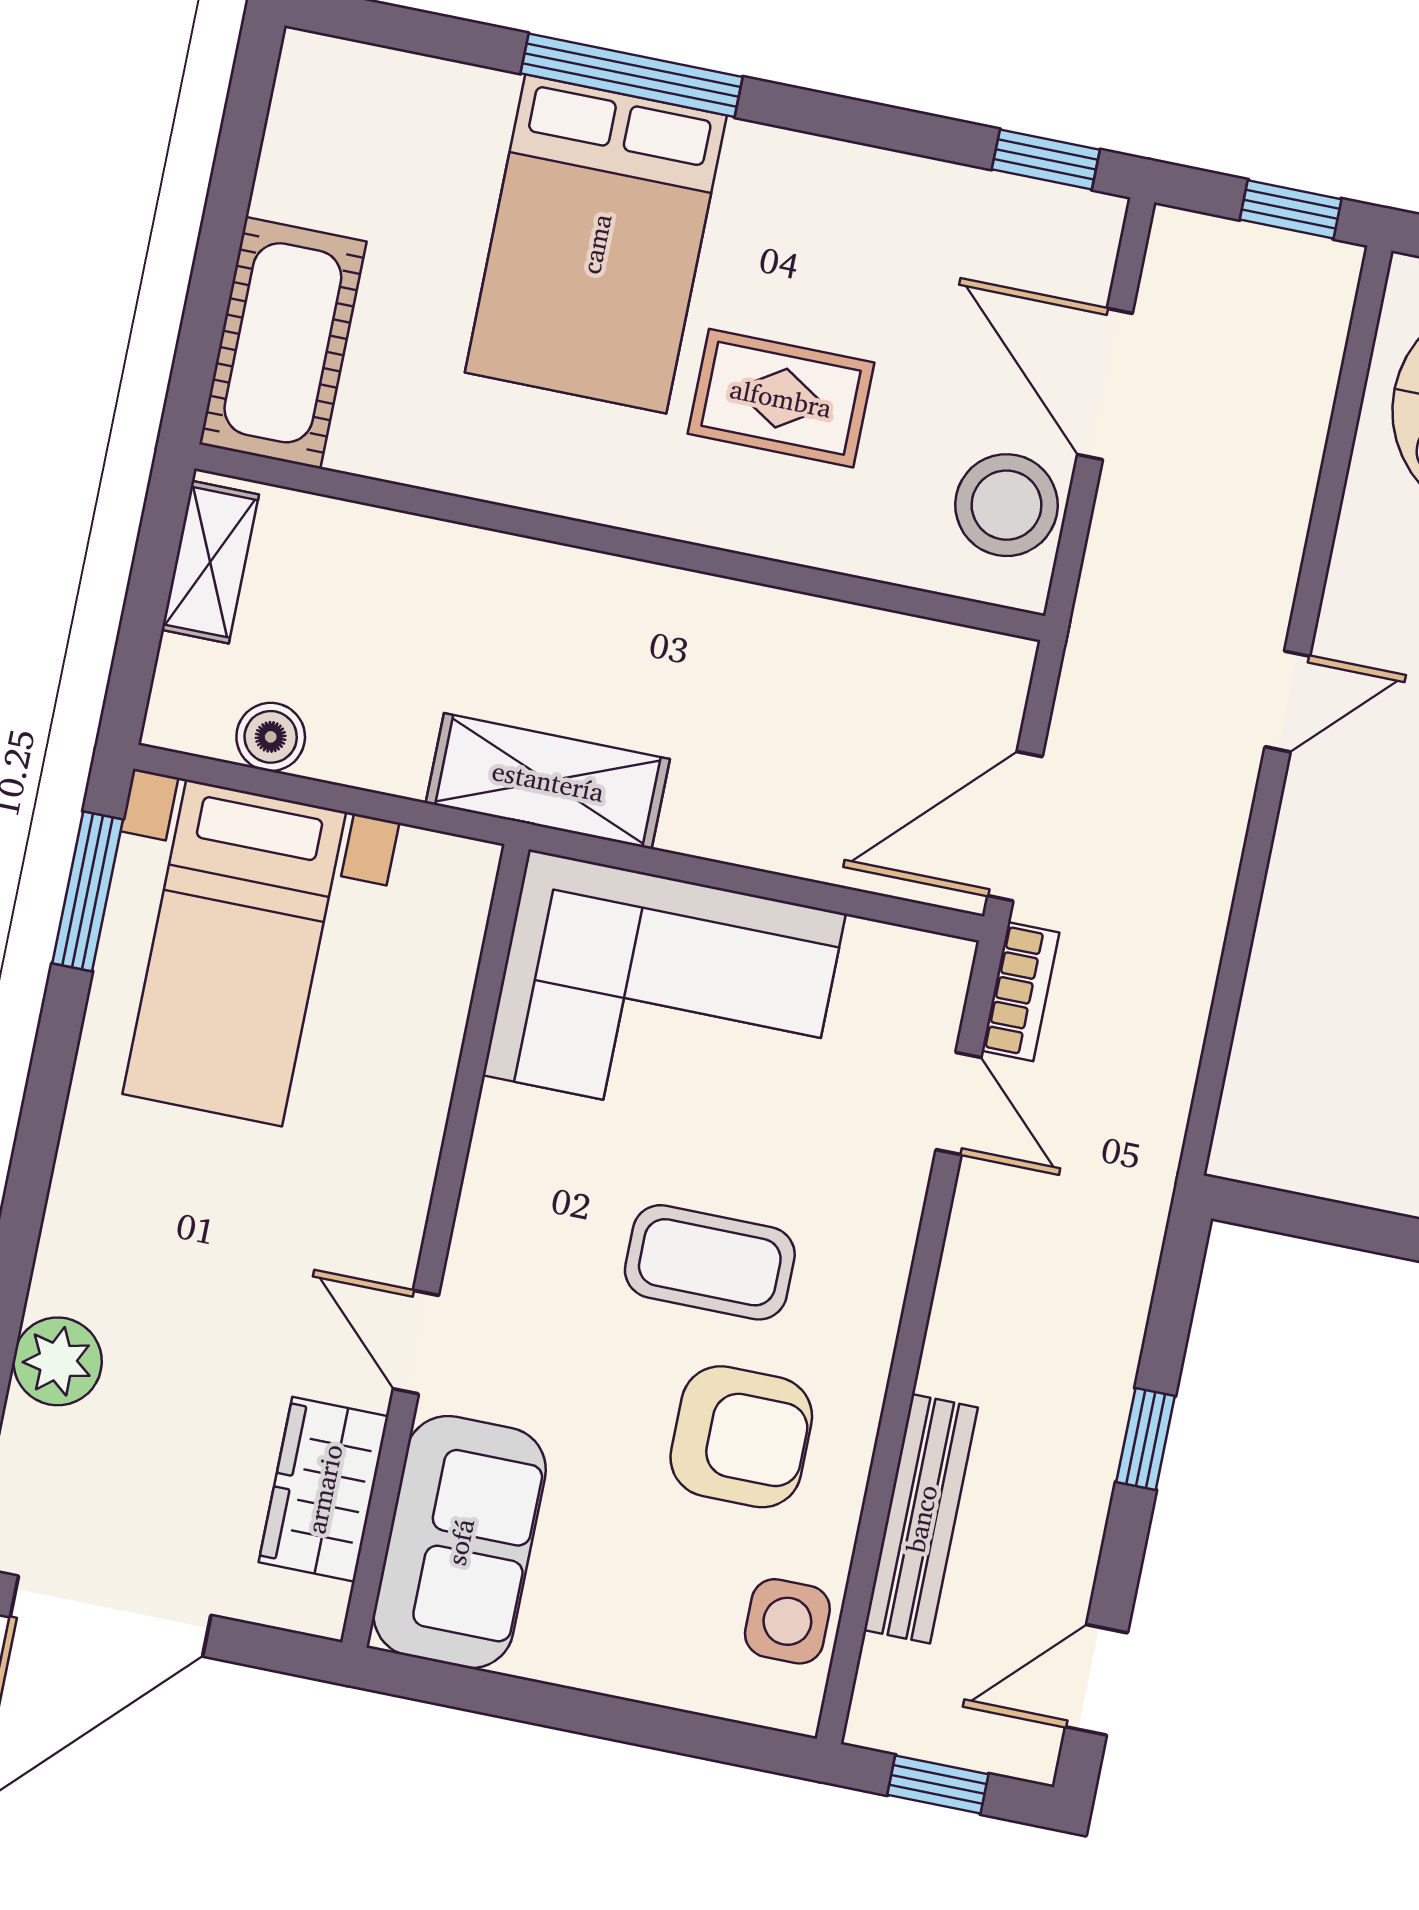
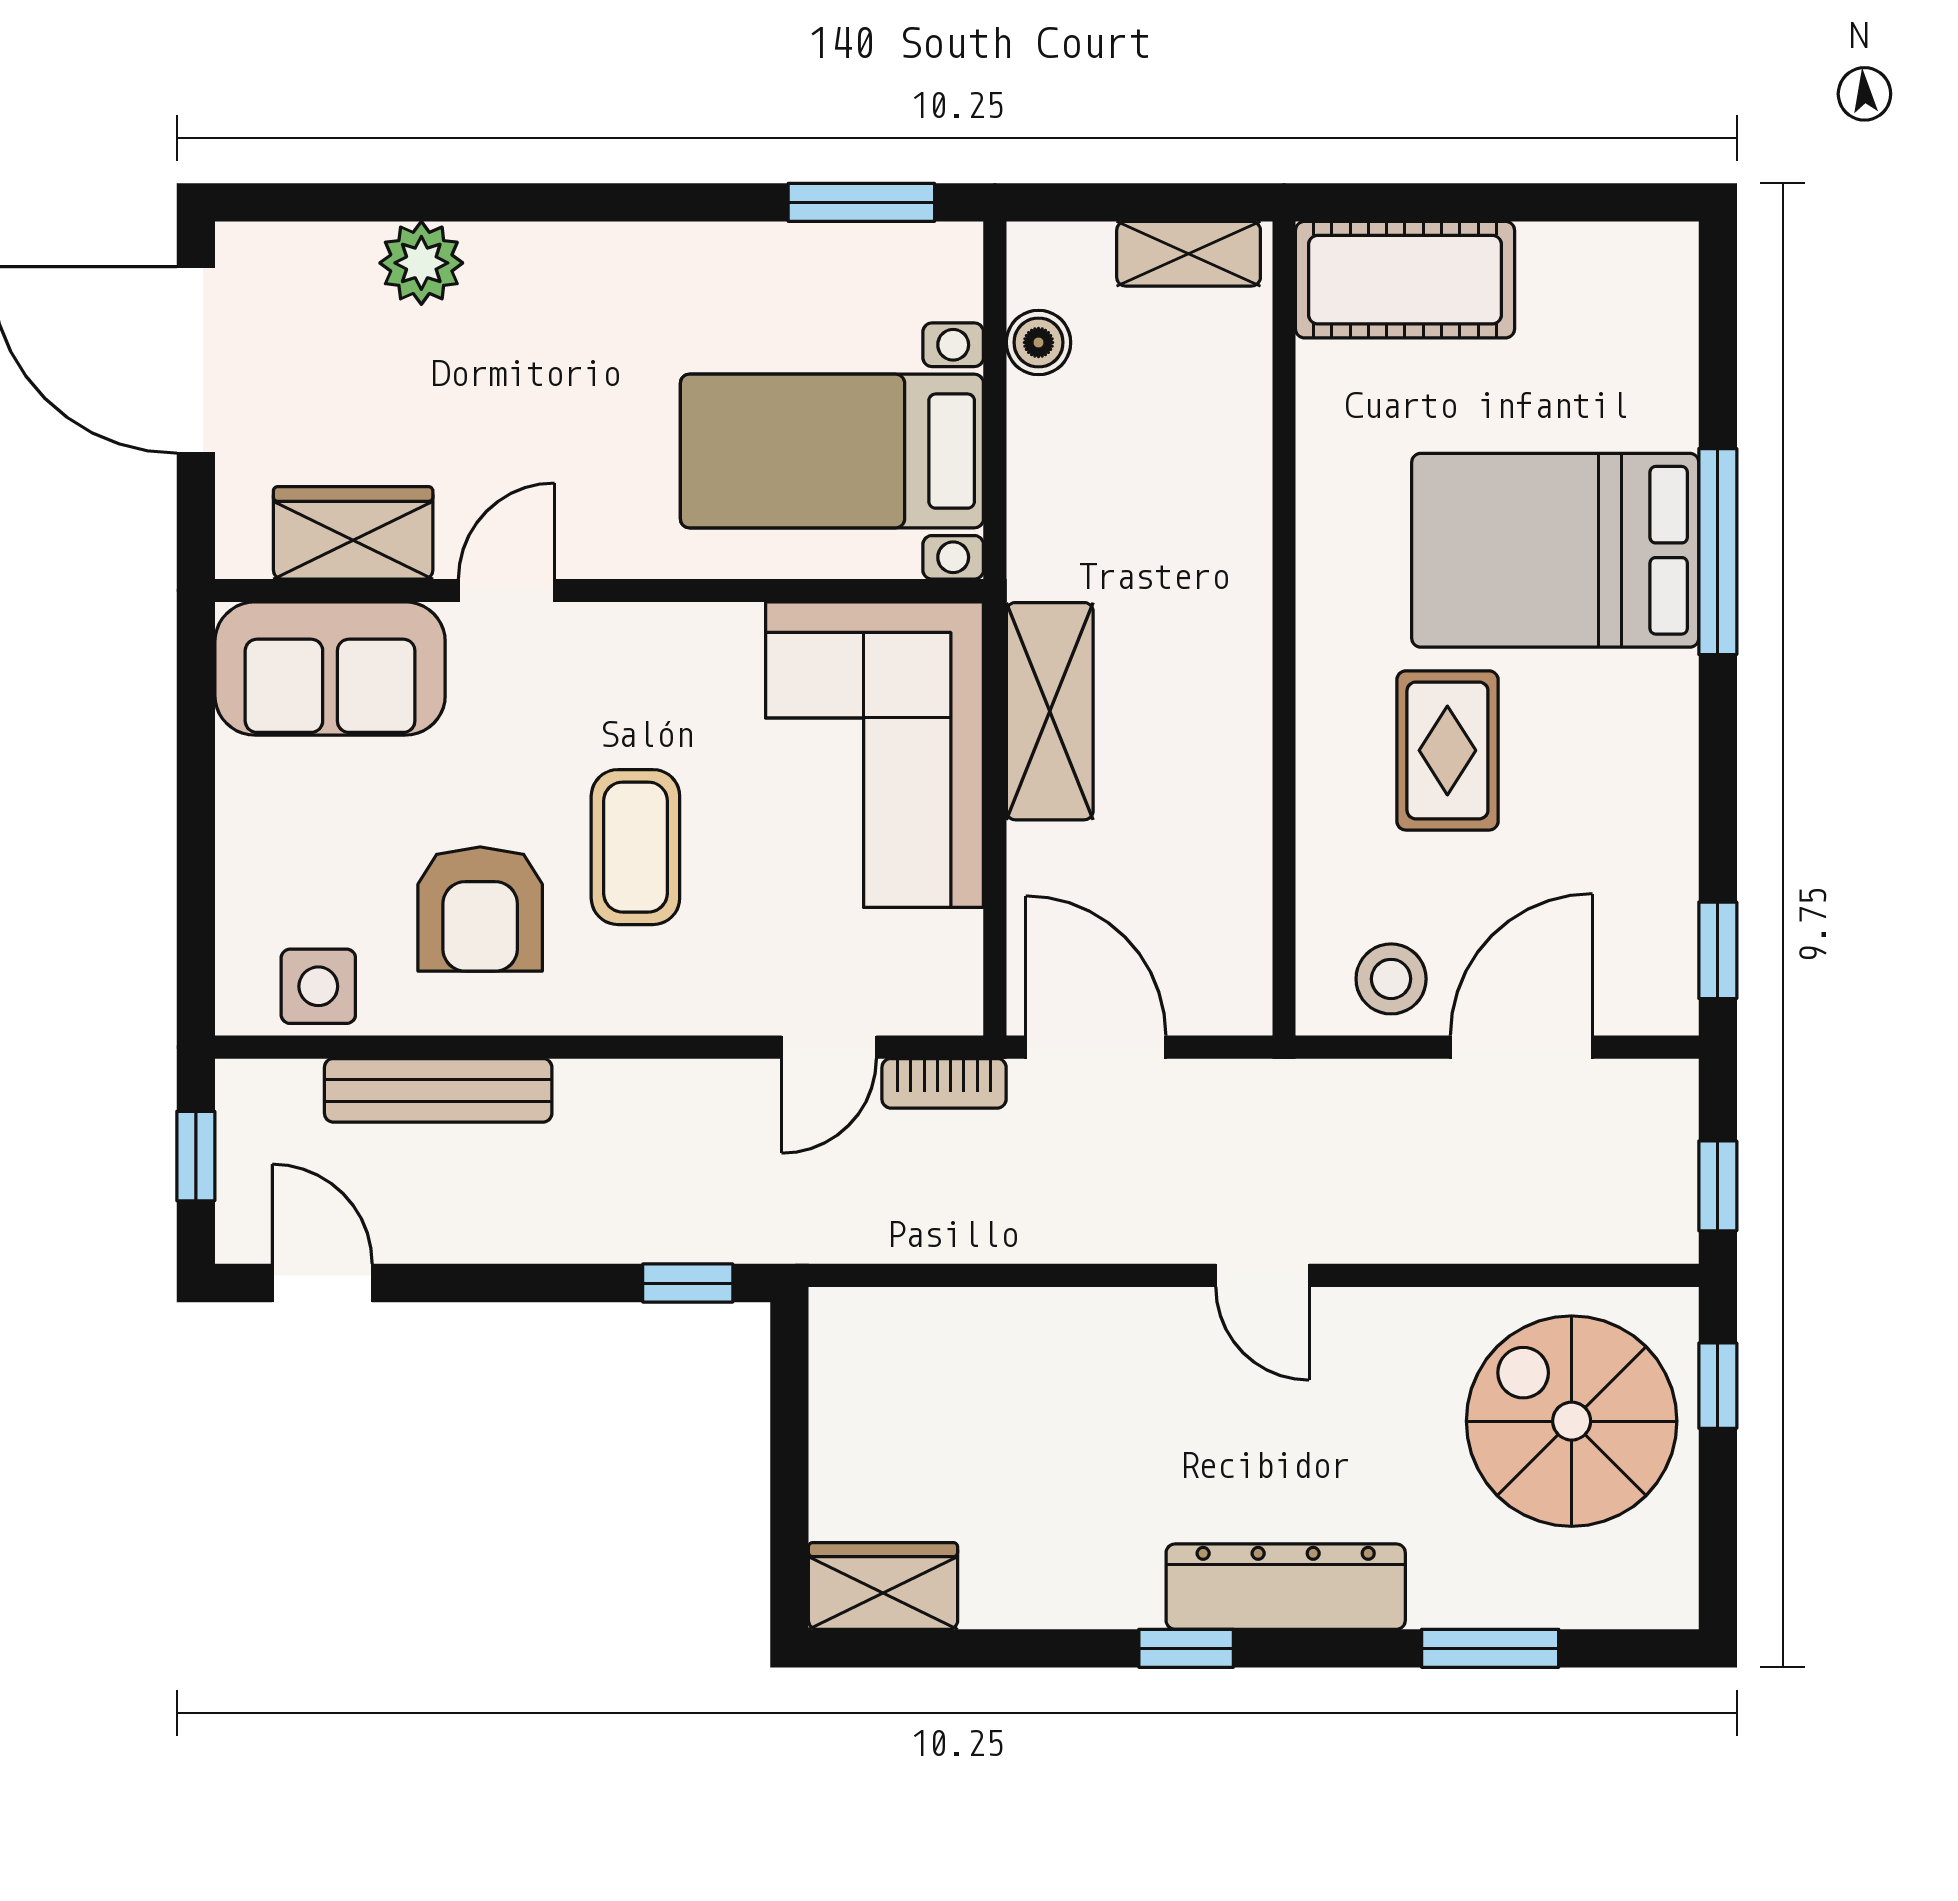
stool: (1006, 505) -> (1391, 979), width x0.73, depth x0.73
shelving: (548, 781) -> (1050, 711), moved
bed with nightstands: (234, 953) -> (832, 451), moved
window: (1146, 1439) -> (688, 1283), moved

